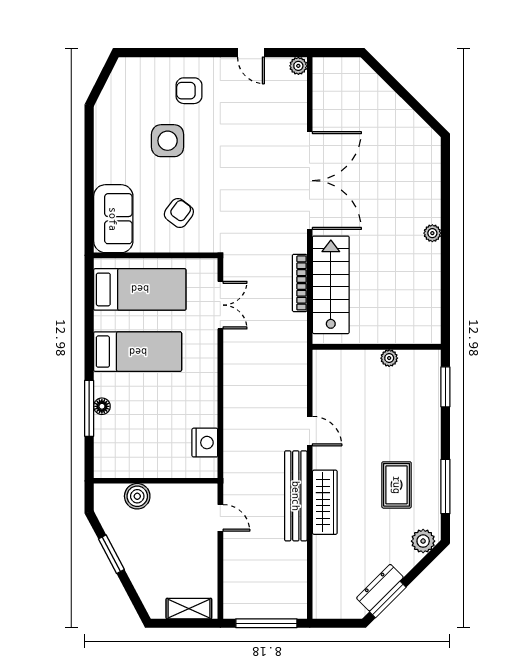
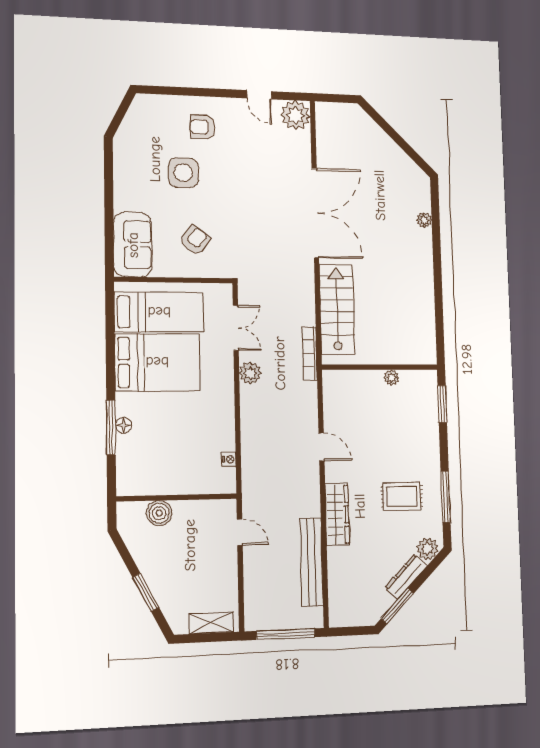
plant: (298, 66) -> (296, 115), width x1.87, depth x1.87
plant: (432, 233) -> (424, 220), moved
bookcase: (300, 283) -> (310, 353), moved
bed: (138, 352) -> (157, 362), width x1.50
plant: (235, 353) -> (250, 373), added
nightstand: (205, 443) -> (229, 459), width x0.53, depth x0.56
rug: (397, 485) -> (402, 496), turned 90
bench: (296, 496) -> (312, 562), moved
window: (111, 554) -> (146, 592), moved
dresser: (380, 588) -> (406, 577), moved

